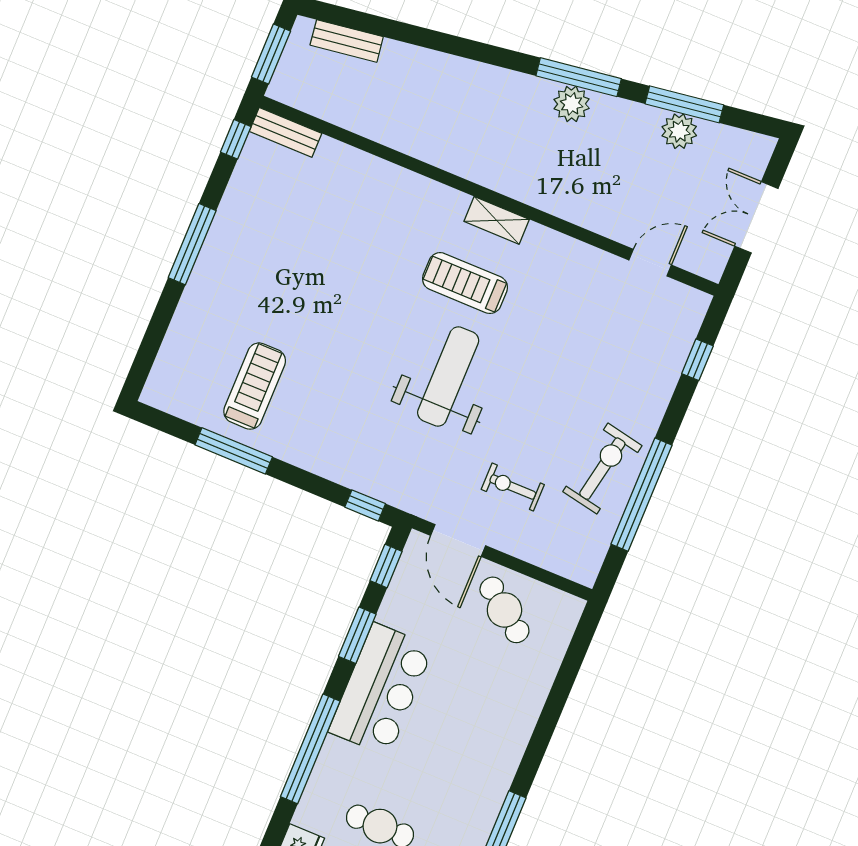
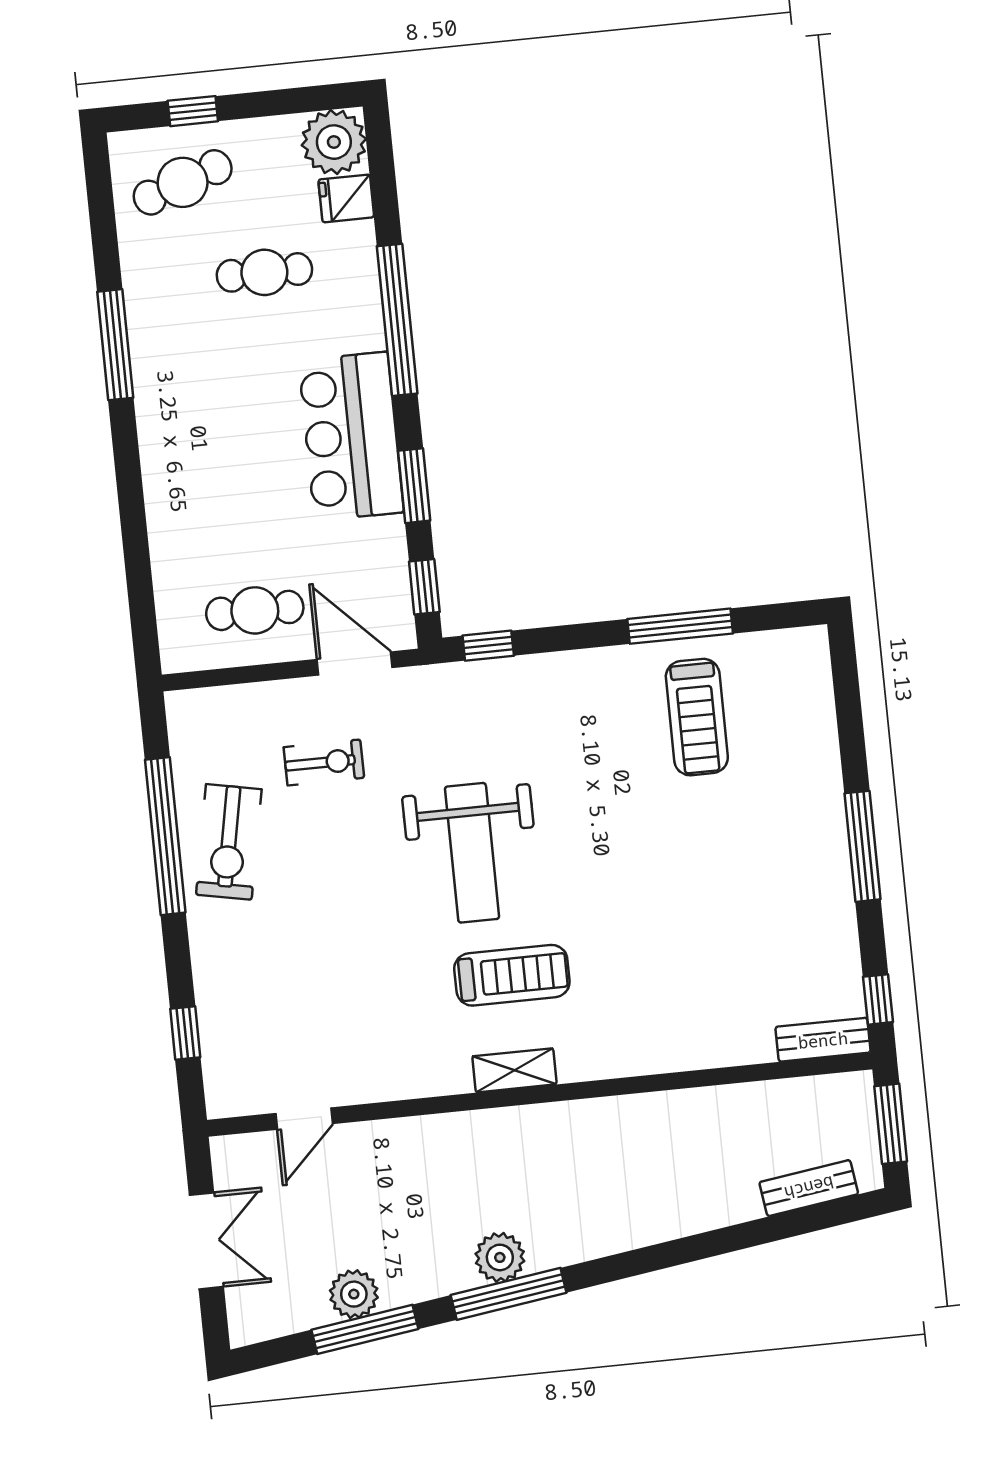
cafe table: (504, 610) -> (255, 610), turned -37

